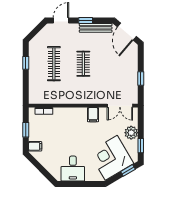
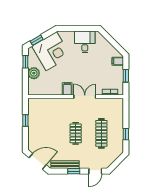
door: (127, 32) -> (38, 161), hinge flipped
double door: (120, 106) -> (85, 97), moved

